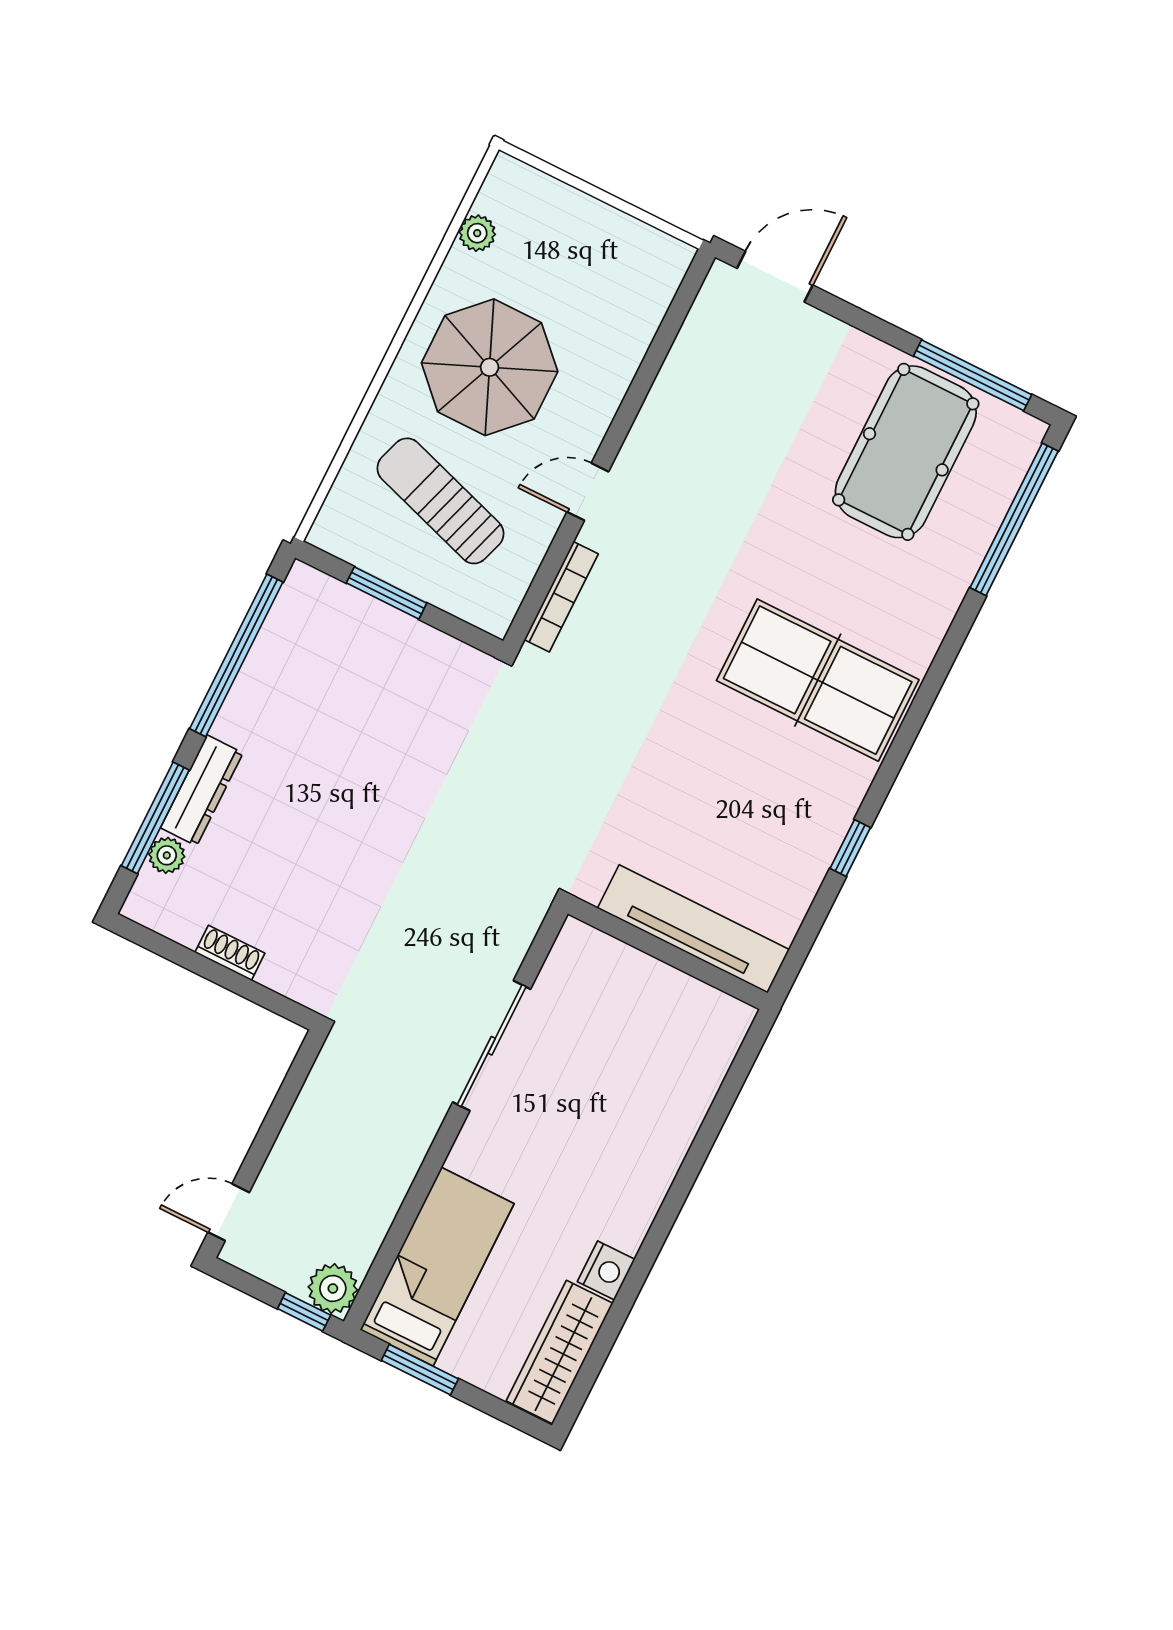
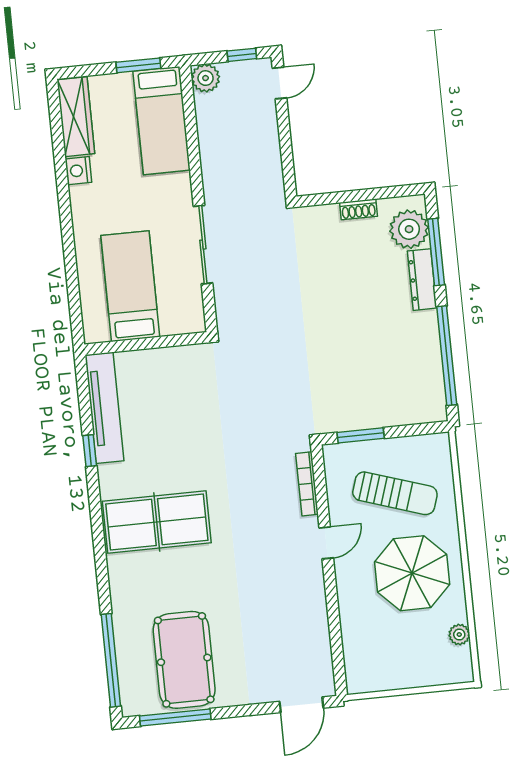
window: (387, 593) -> (361, 435), moved
plant: (167, 855) -> (409, 229), width x1.87, depth x1.87
tv unit: (693, 929) -> (104, 408), moved, turned -90
bed: (637, 1052) -> (130, 286), added
window: (304, 1312) -> (242, 55), moved

